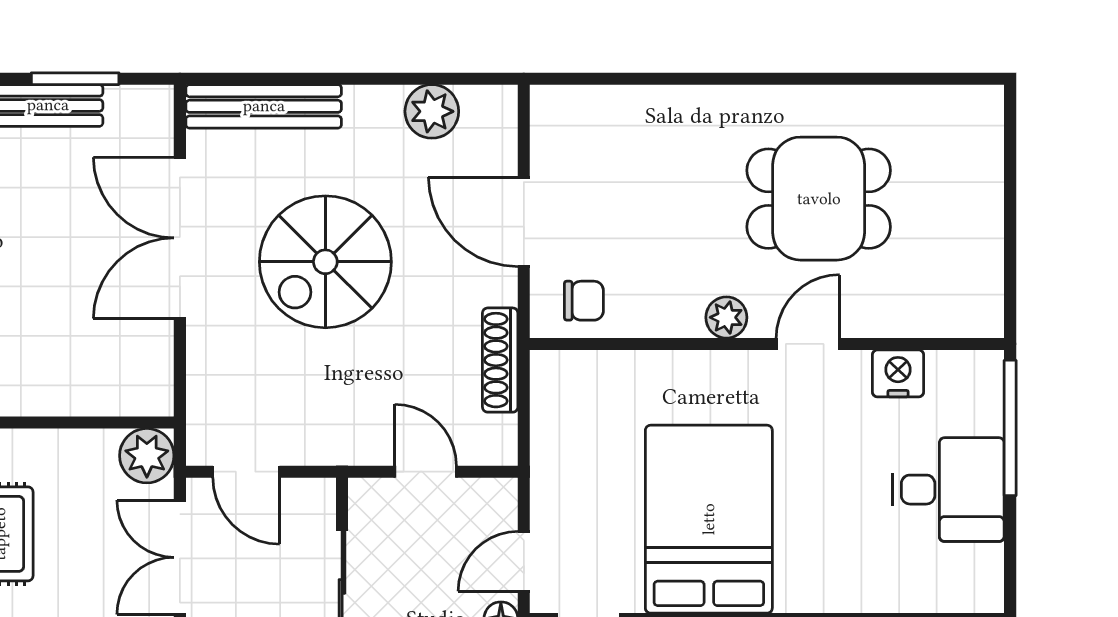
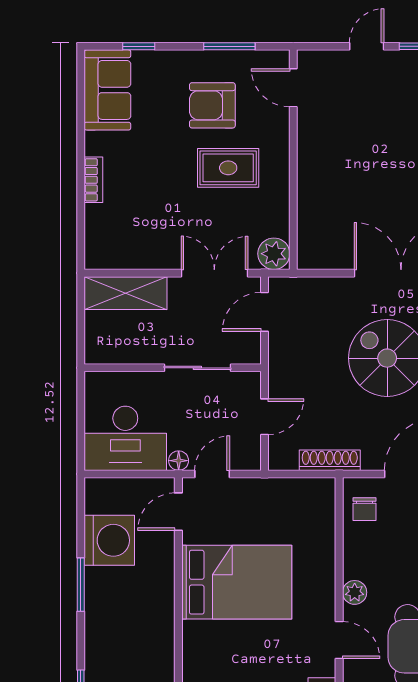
door: (524, 561) -> (212, 474), hinge flipped

